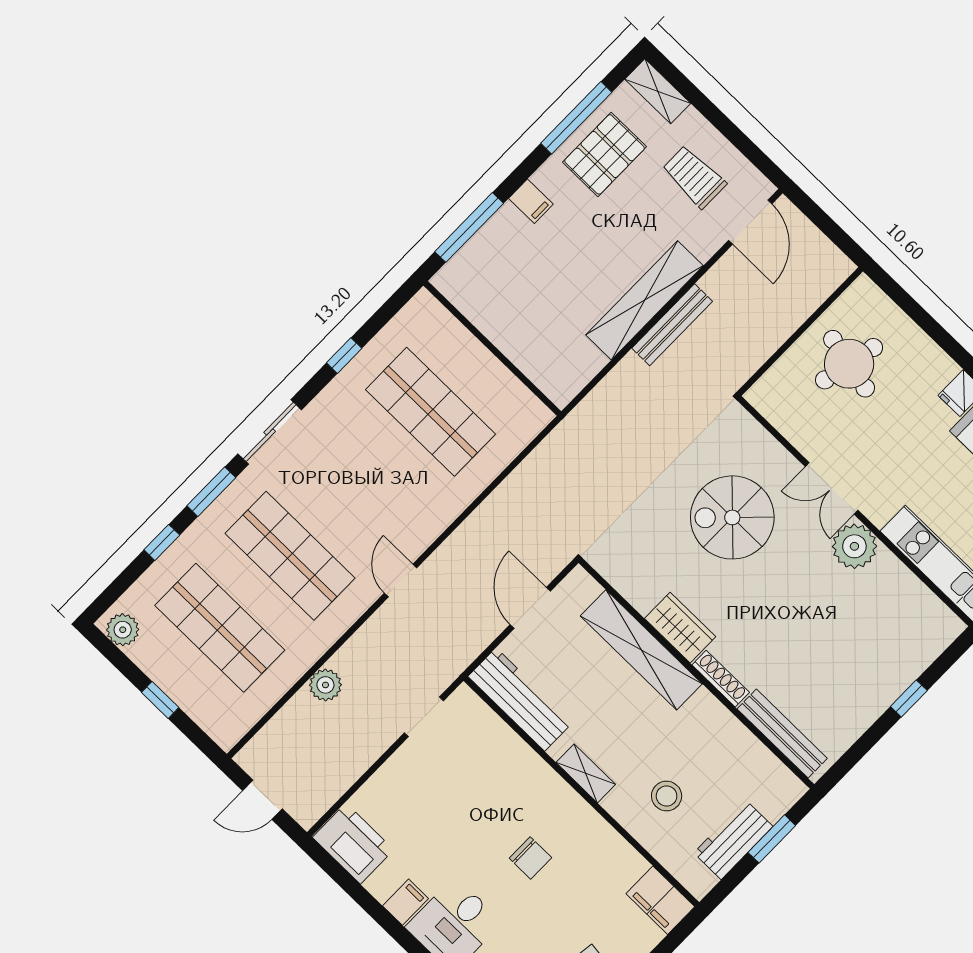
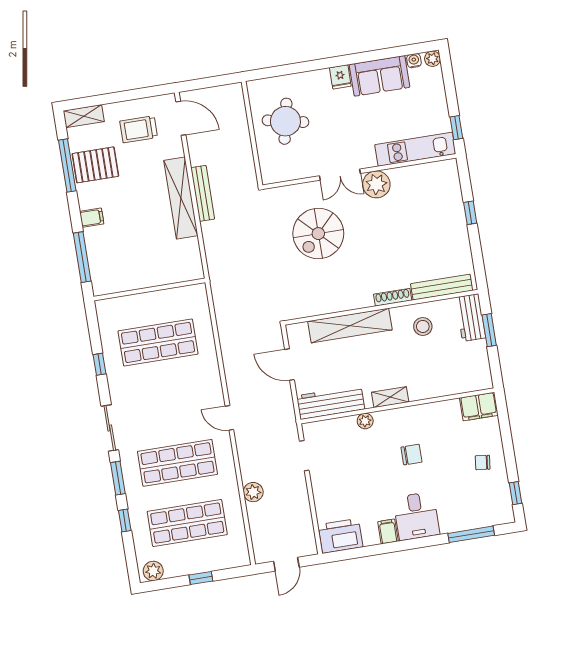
pallet: (604, 154) -> (95, 165), turned 90
wardrobe: (680, 628) -> (353, 299), removed
plant: (530, 764) -> (365, 421), added
stool: (667, 796) -> (423, 326), moved
workbench: (733, 840) -> (471, 318), moved

